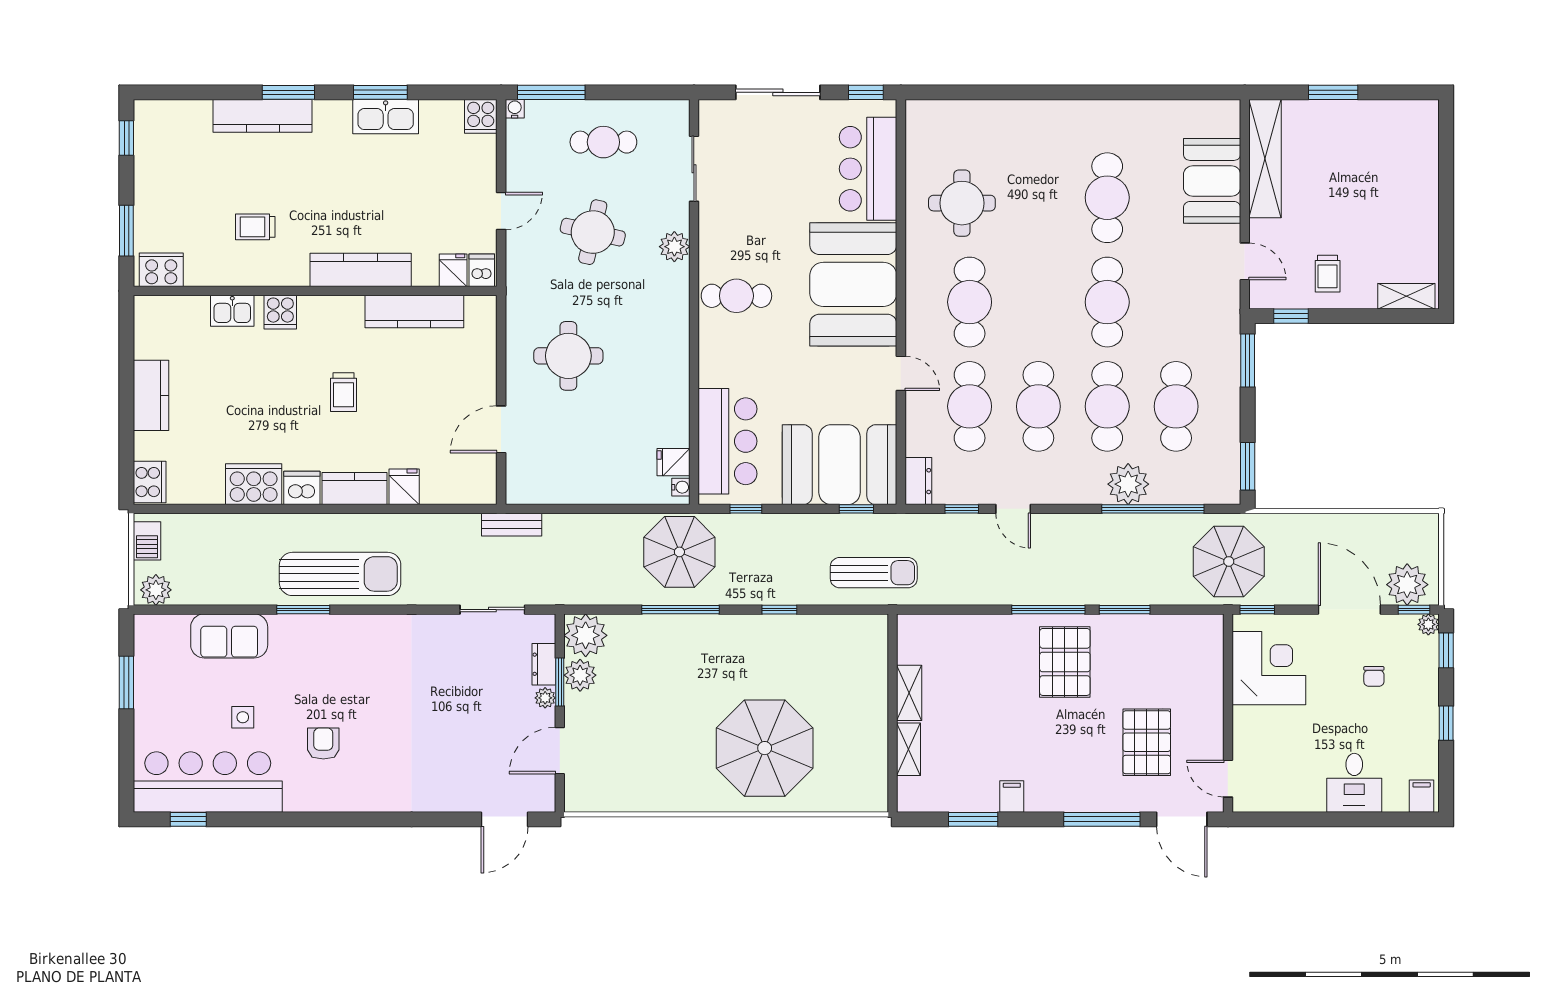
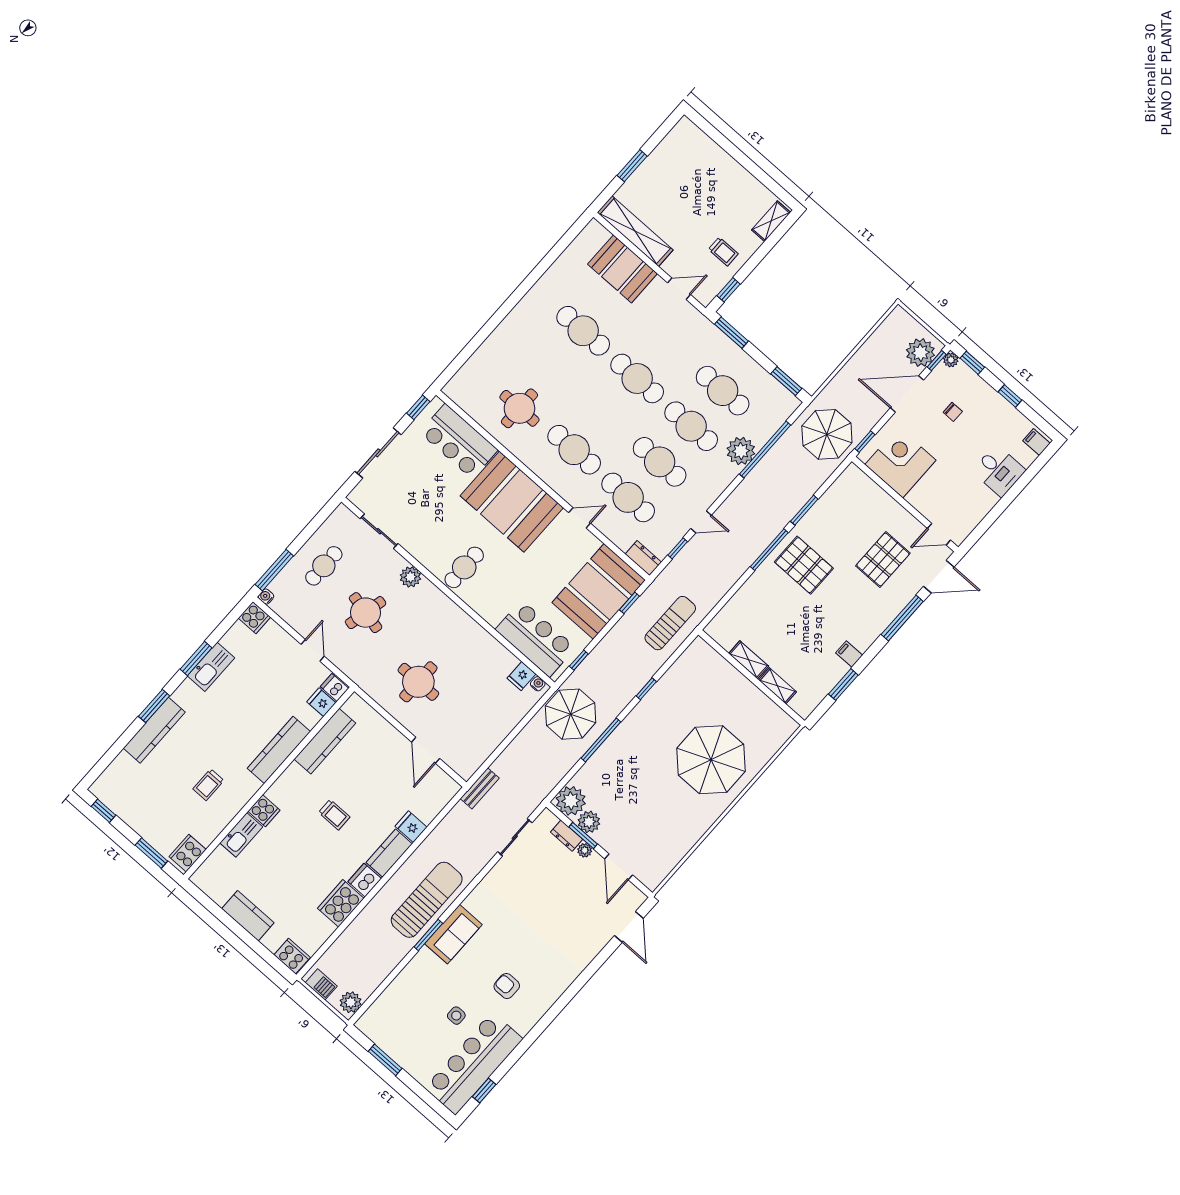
kitchen sink: (232, 311) -> (241, 835), width x1.38
sofa: (229, 636) -> (453, 934), moved
pallet: (1147, 742) -> (883, 559), turned 90

